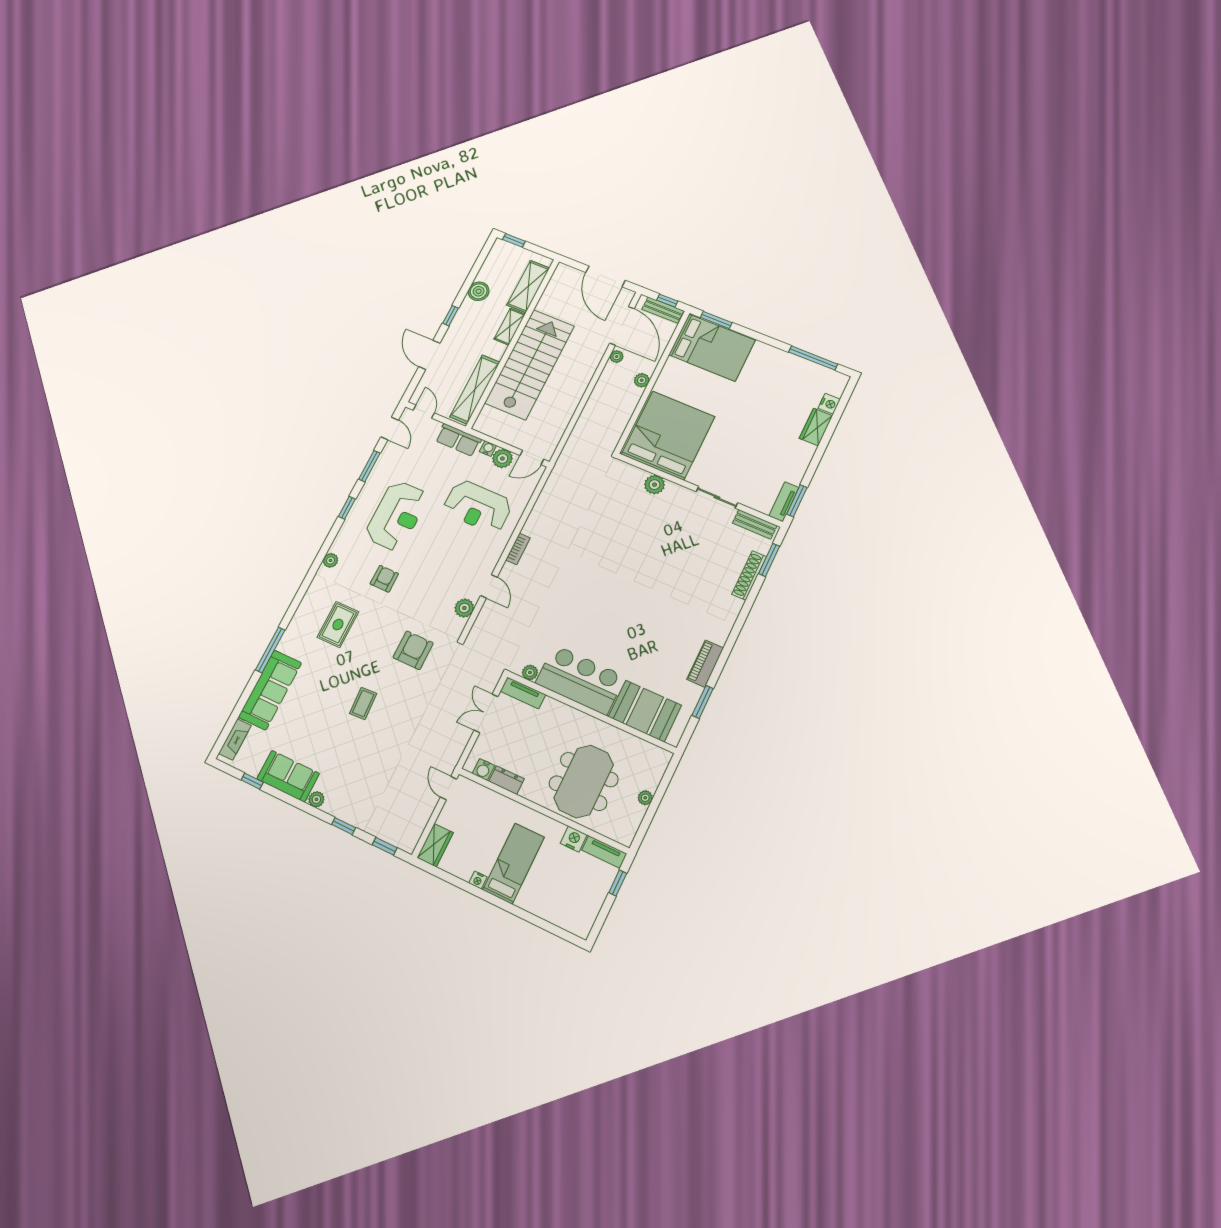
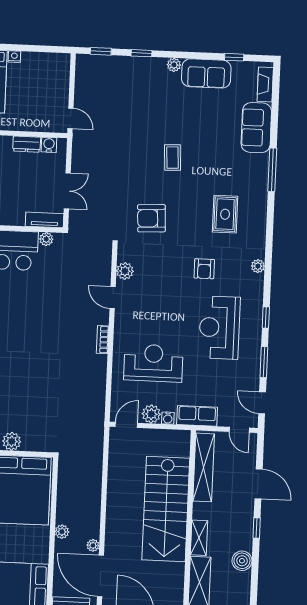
armchair: (413, 650) -> (151, 218), turned 87
sofa: (270, 690) -> (256, 128), width x0.73
wardrobe: (435, 845) -> (61, 69), removed

